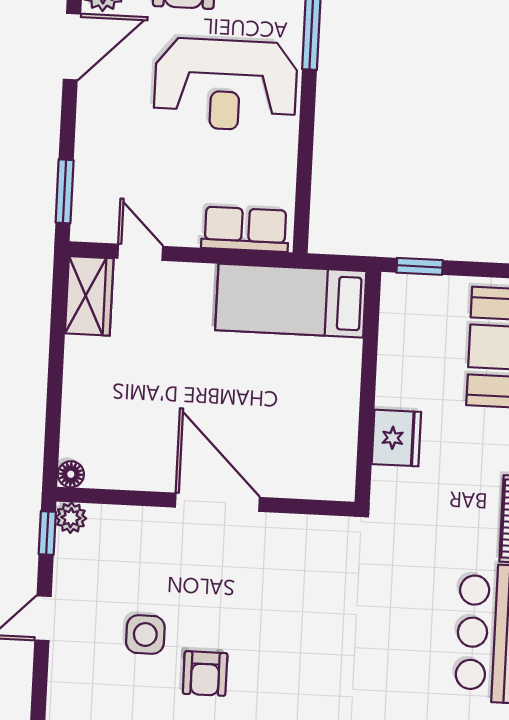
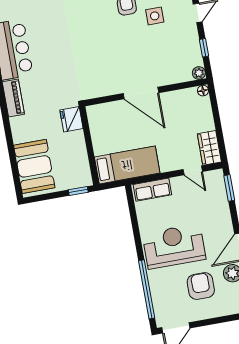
floor lamp: (71, 474) -> (203, 91), moved
wall: (206, 502) -> (146, 92), moved
door: (217, 502) -> (141, 93), moved
plant: (71, 518) -> (199, 73), moved

